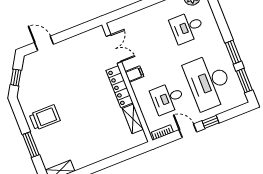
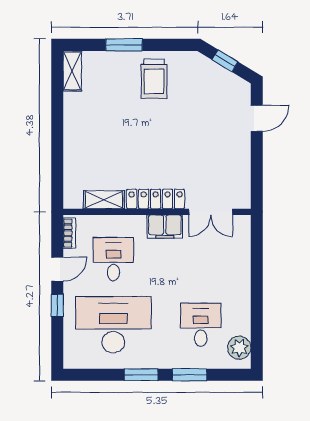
filing cabinet: (135, 74) -> (165, 226), width x2.00
window: (244, 81) -> (190, 375), moved

